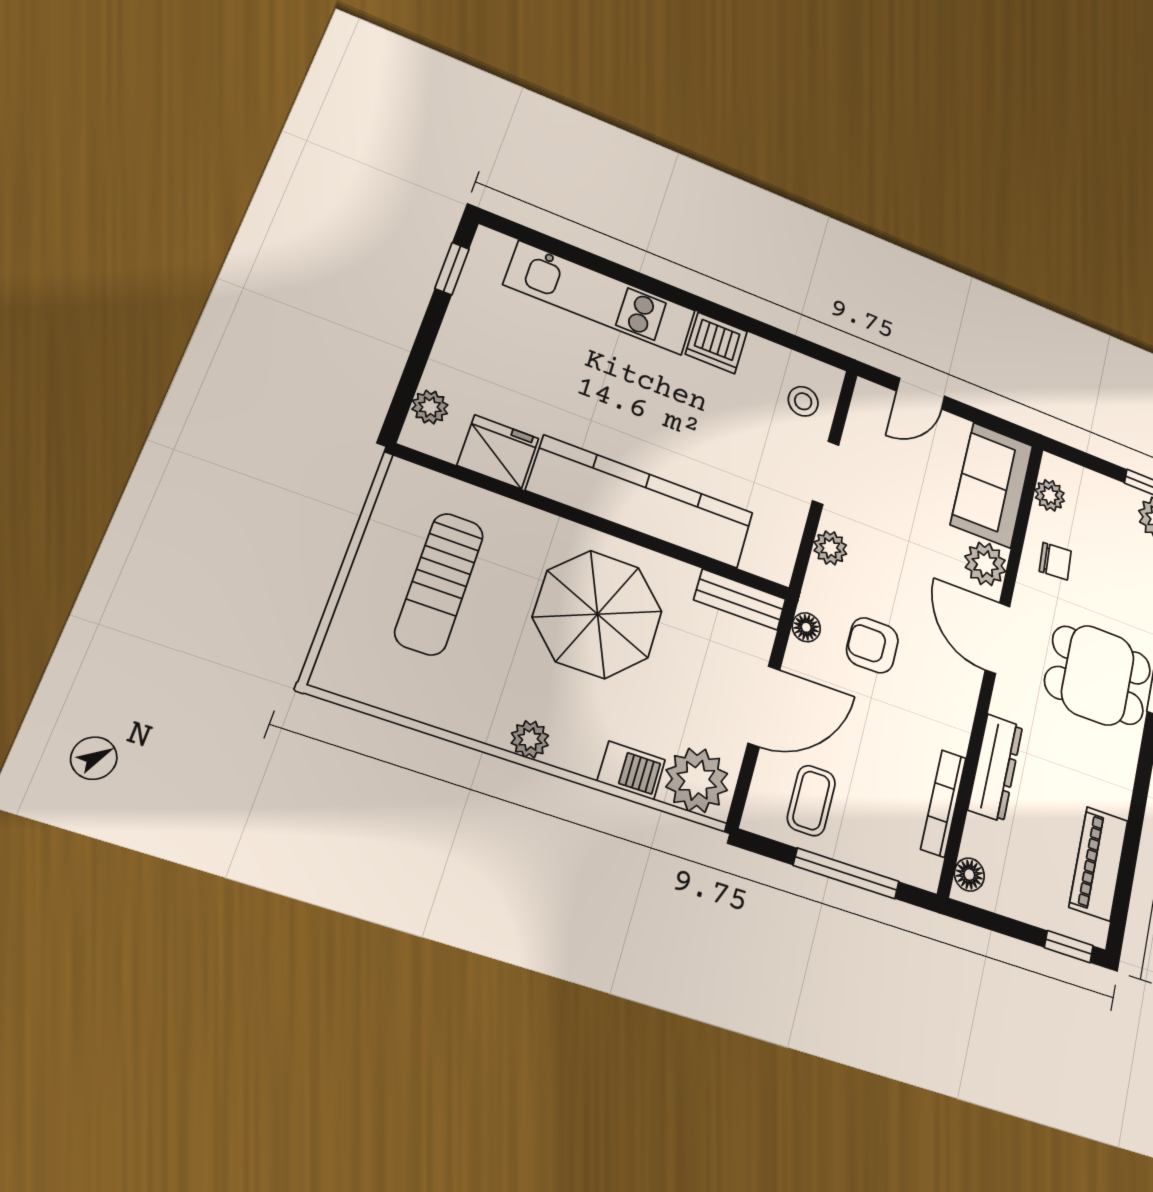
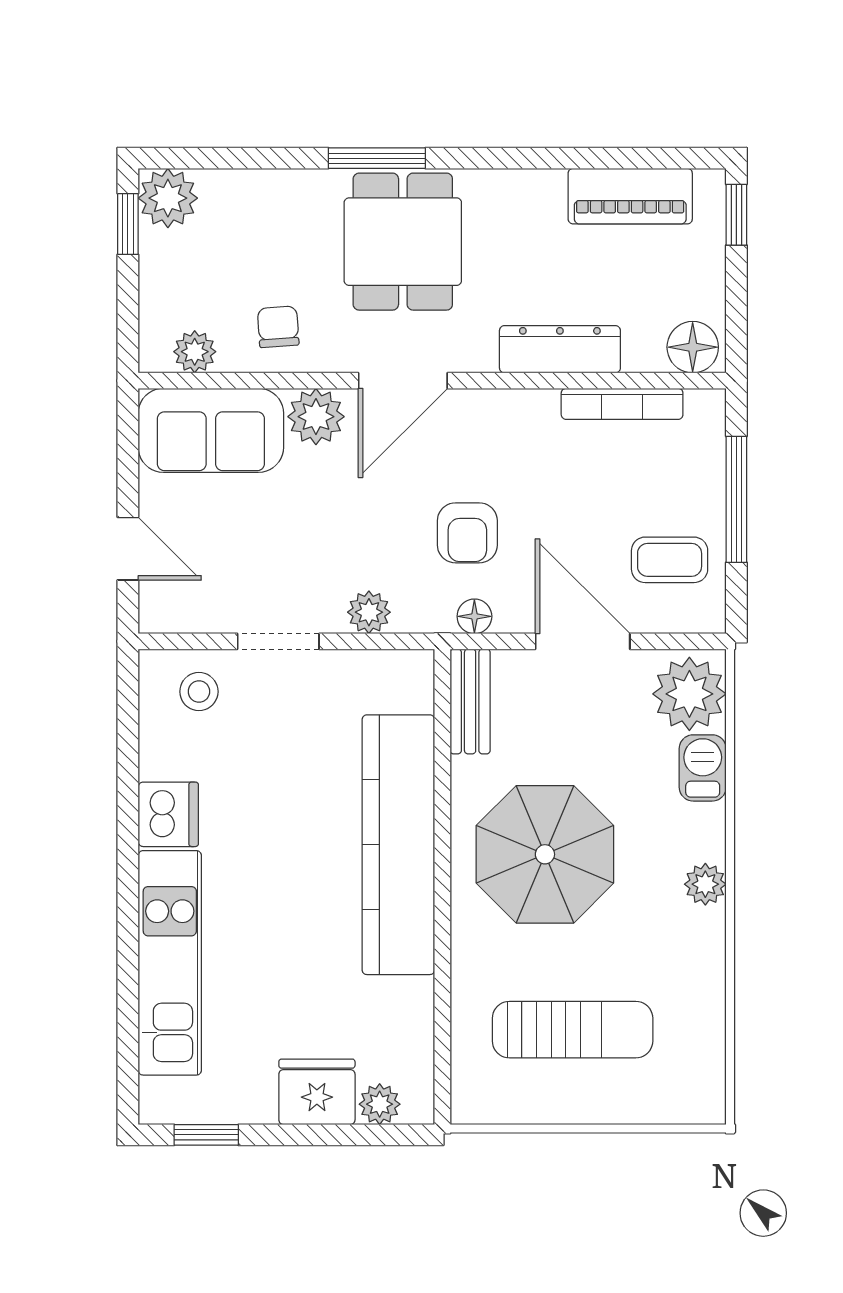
fridge: (498, 452) -> (317, 1092), moved, turned 90
floor lamp: (969, 875) -> (693, 347), width x1.37, depth x1.37

